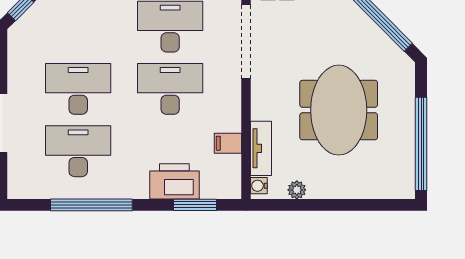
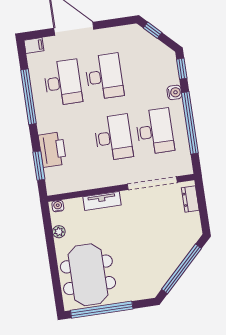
meeting table: (339, 110) -> (88, 275), moved, turned 90
filing cabinet: (228, 143) -> (34, 46), moved, turned 90
tv unit: (261, 148) -> (102, 201), moved

